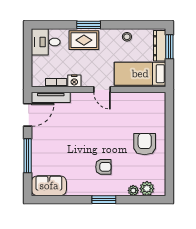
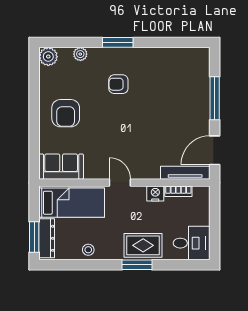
sofa: (49, 186) -> (61, 167), moved, turned 180
plant: (147, 189) -> (48, 57), moved

